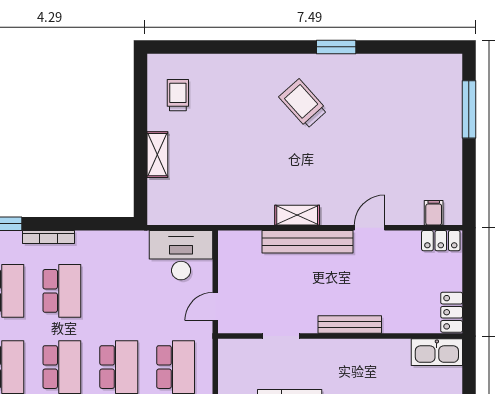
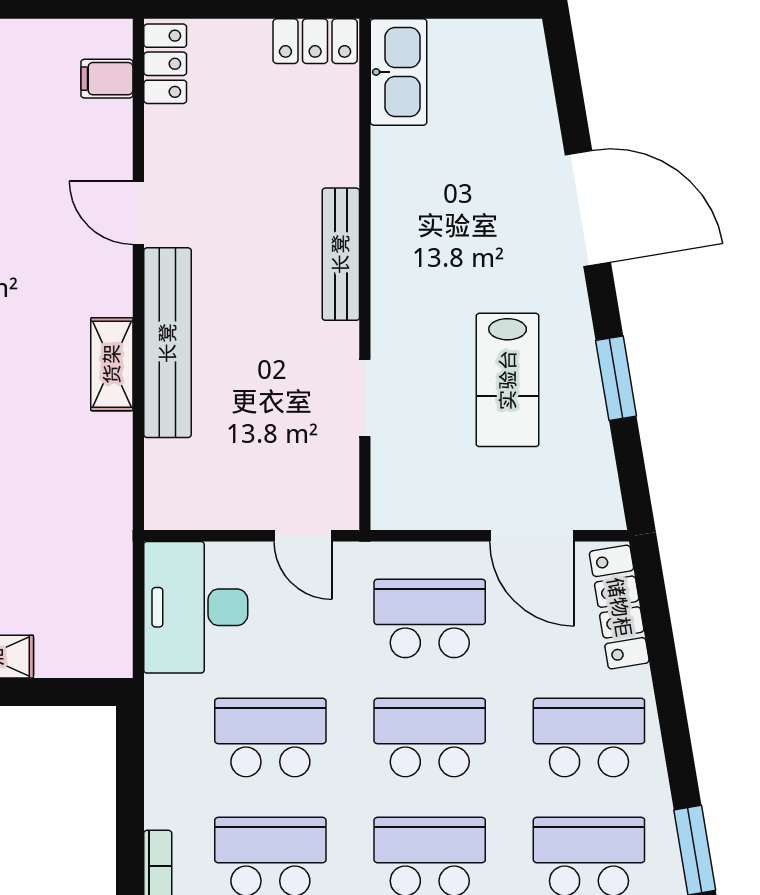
school desk: (119, 291) -> (270, 737), added

